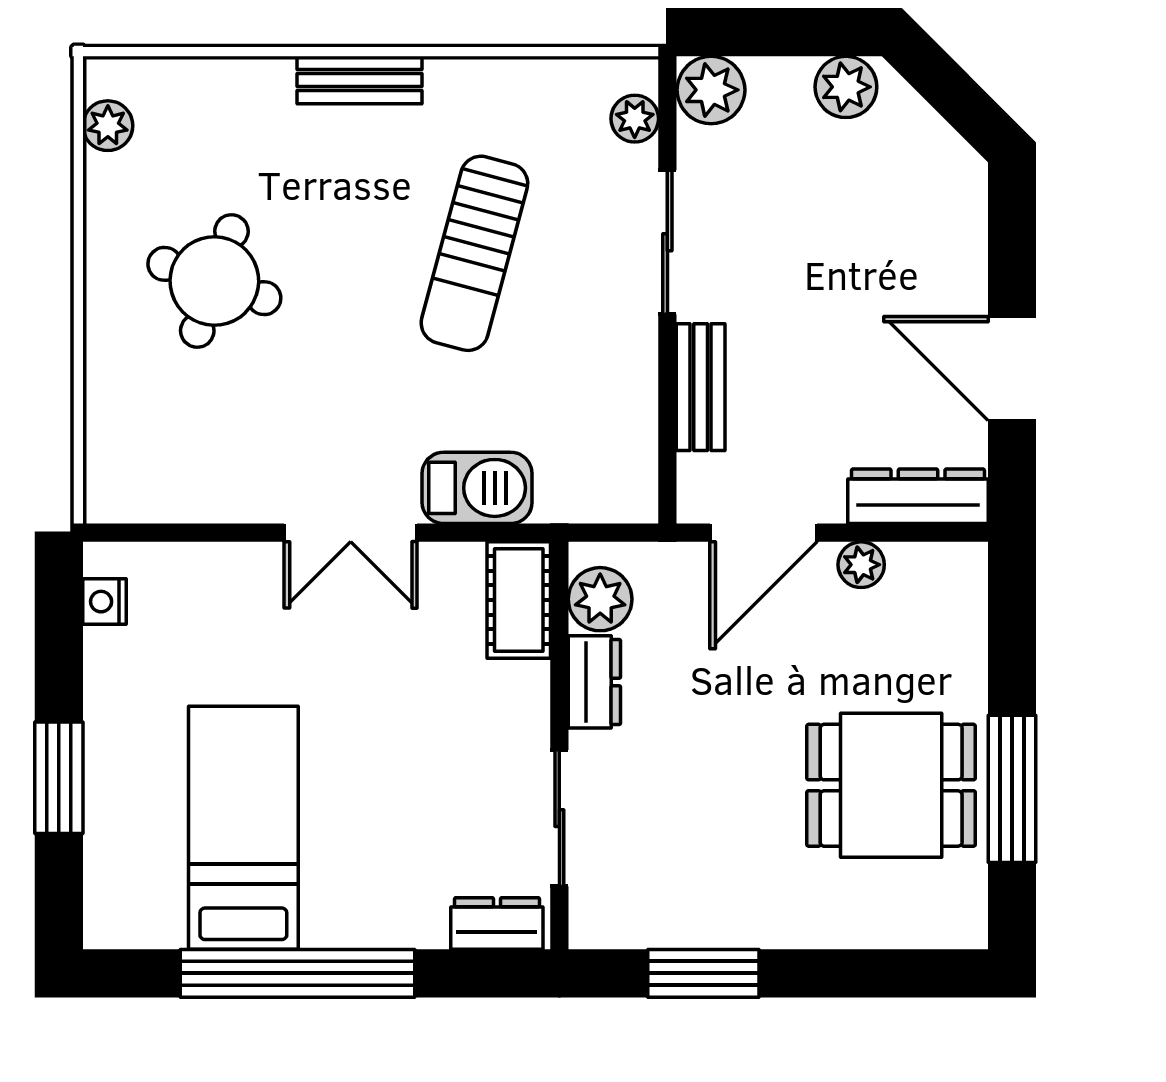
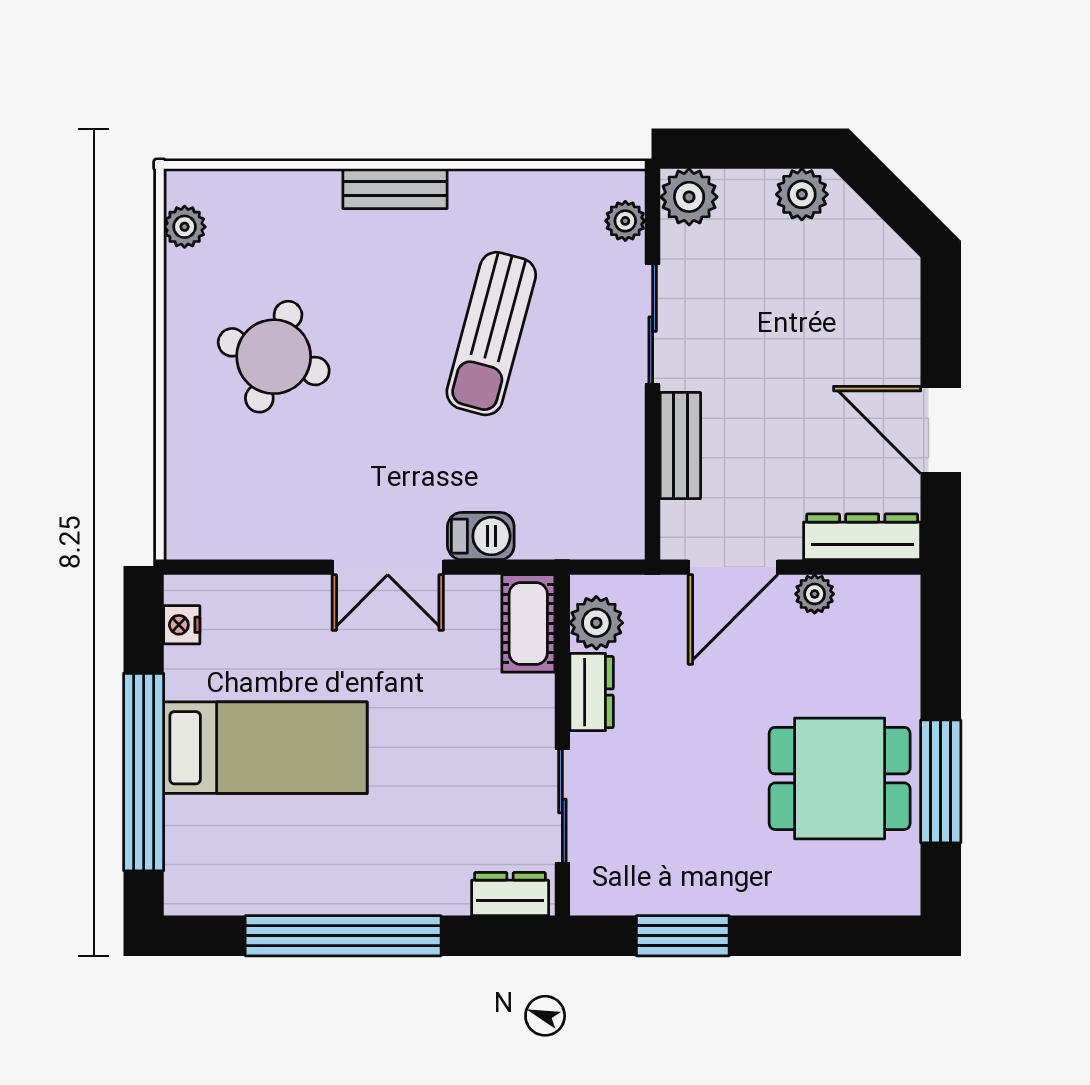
barbecue: (477, 488) -> (481, 536), width x0.73, depth x0.79
window: (59, 778) -> (144, 772), width x2.11
bed: (243, 828) -> (265, 748), moved, turned 90

